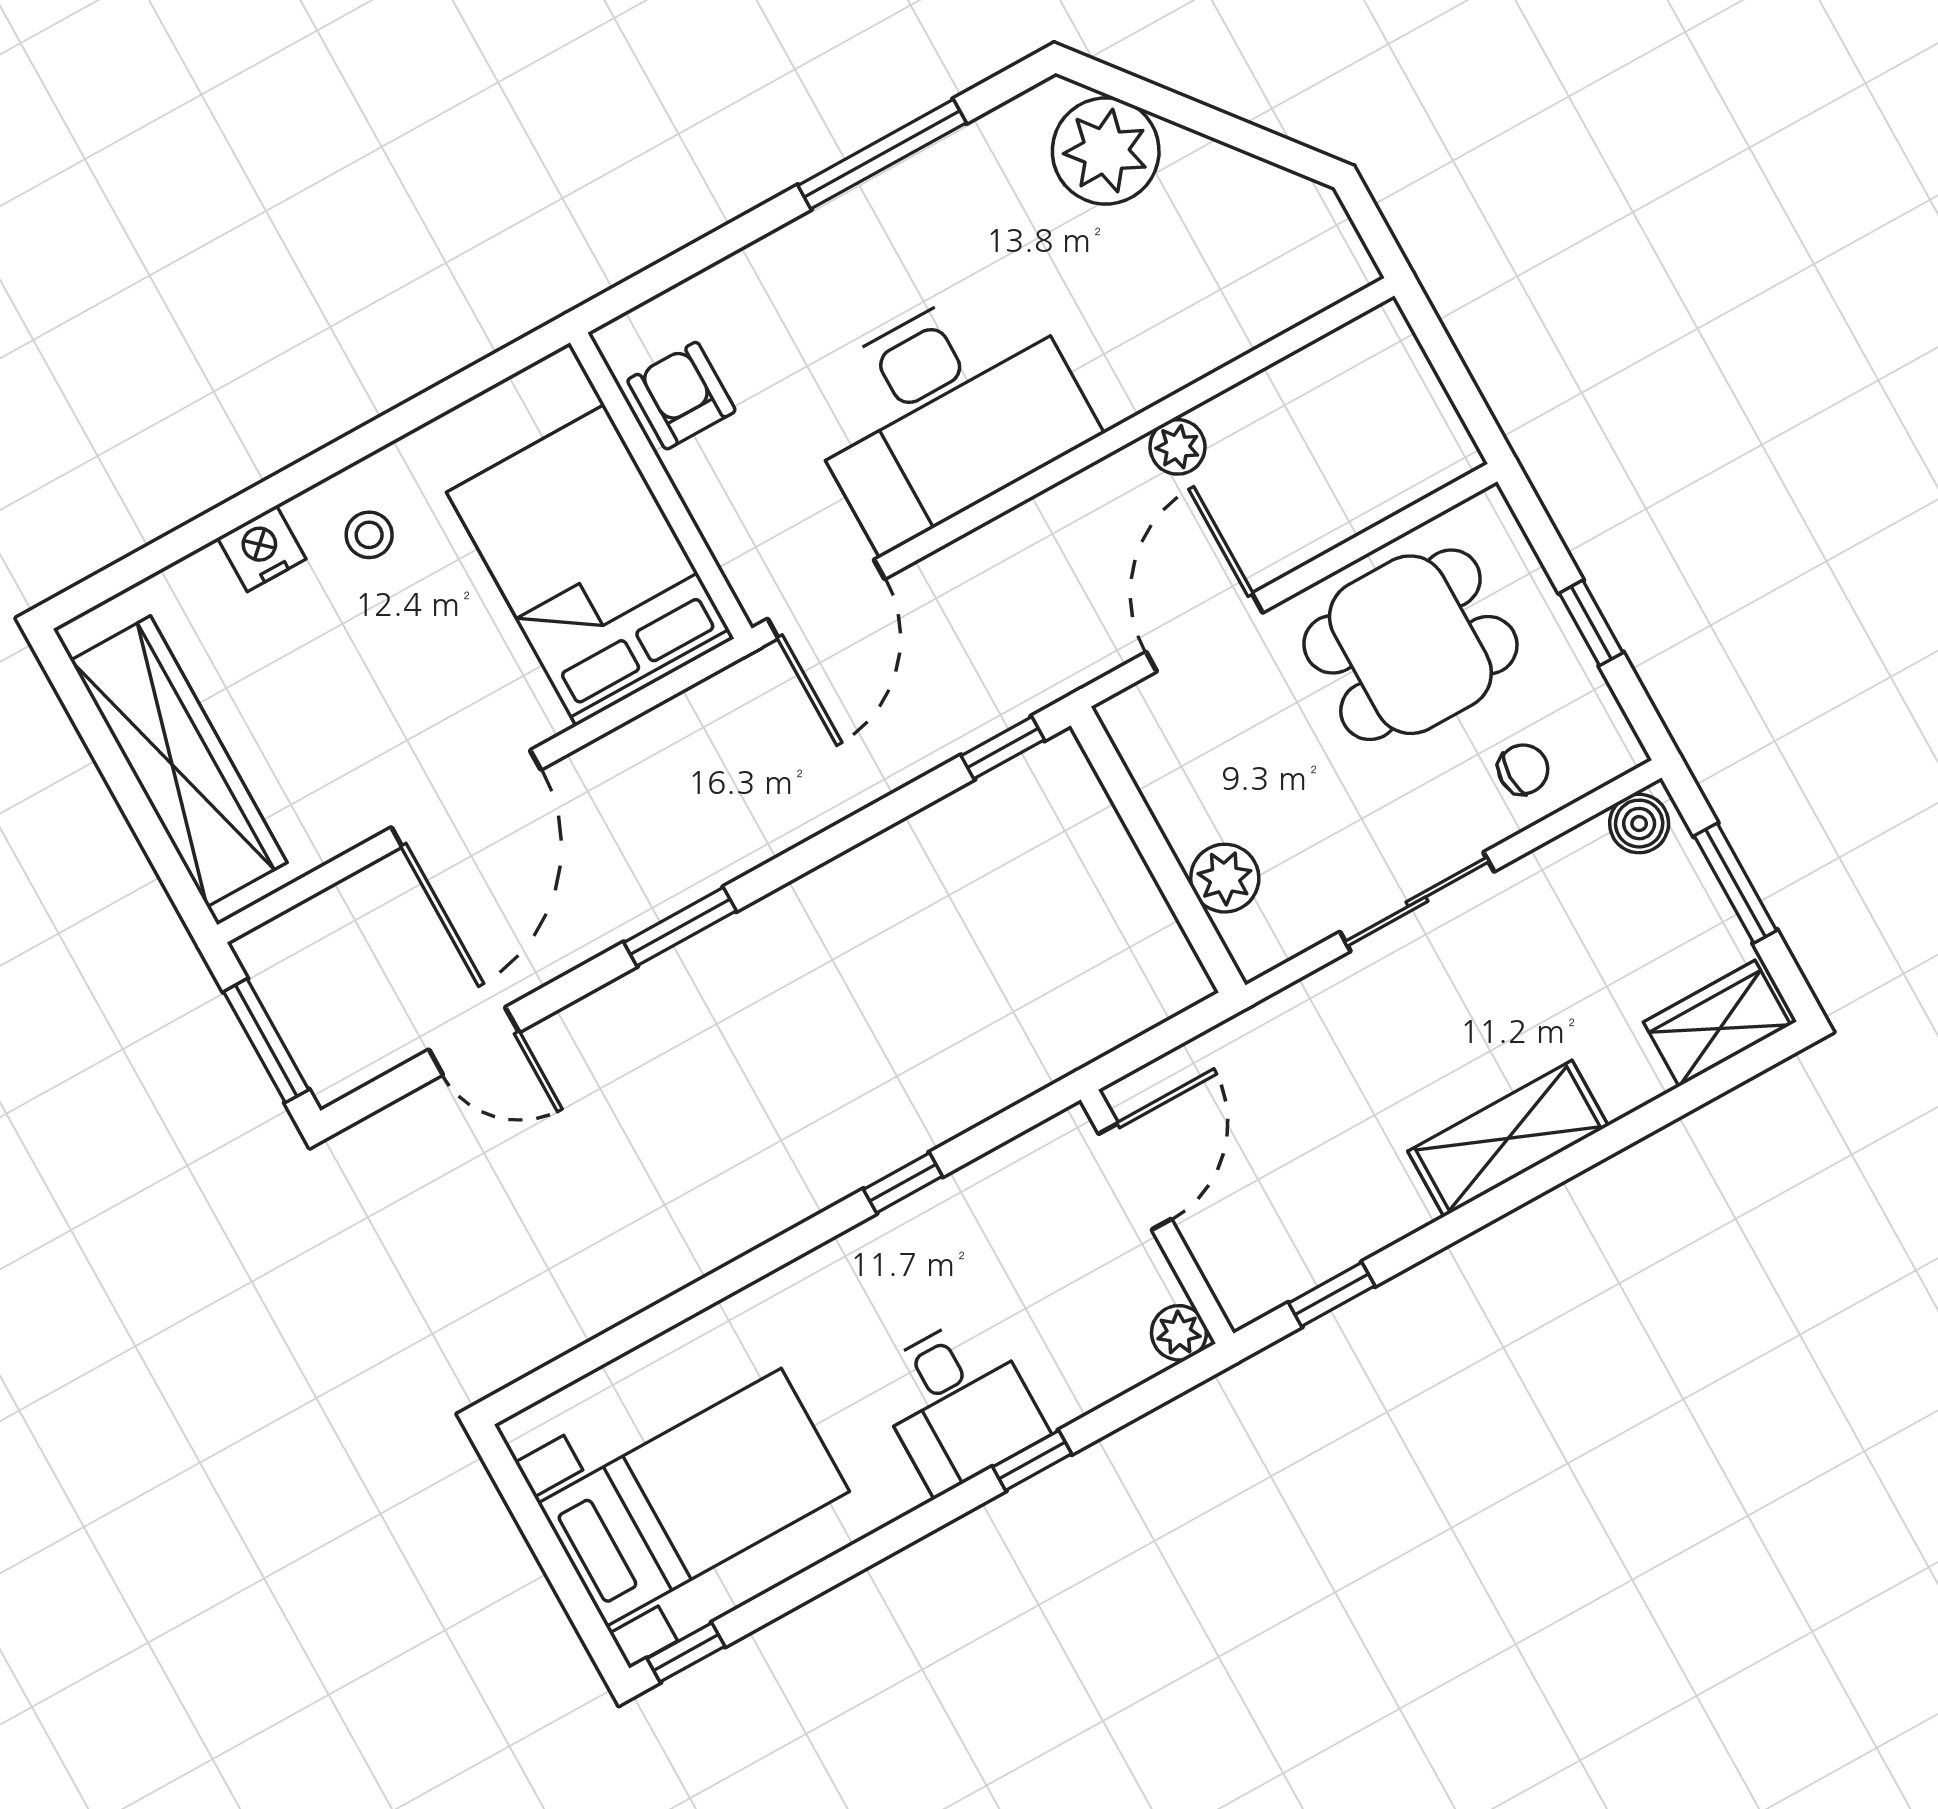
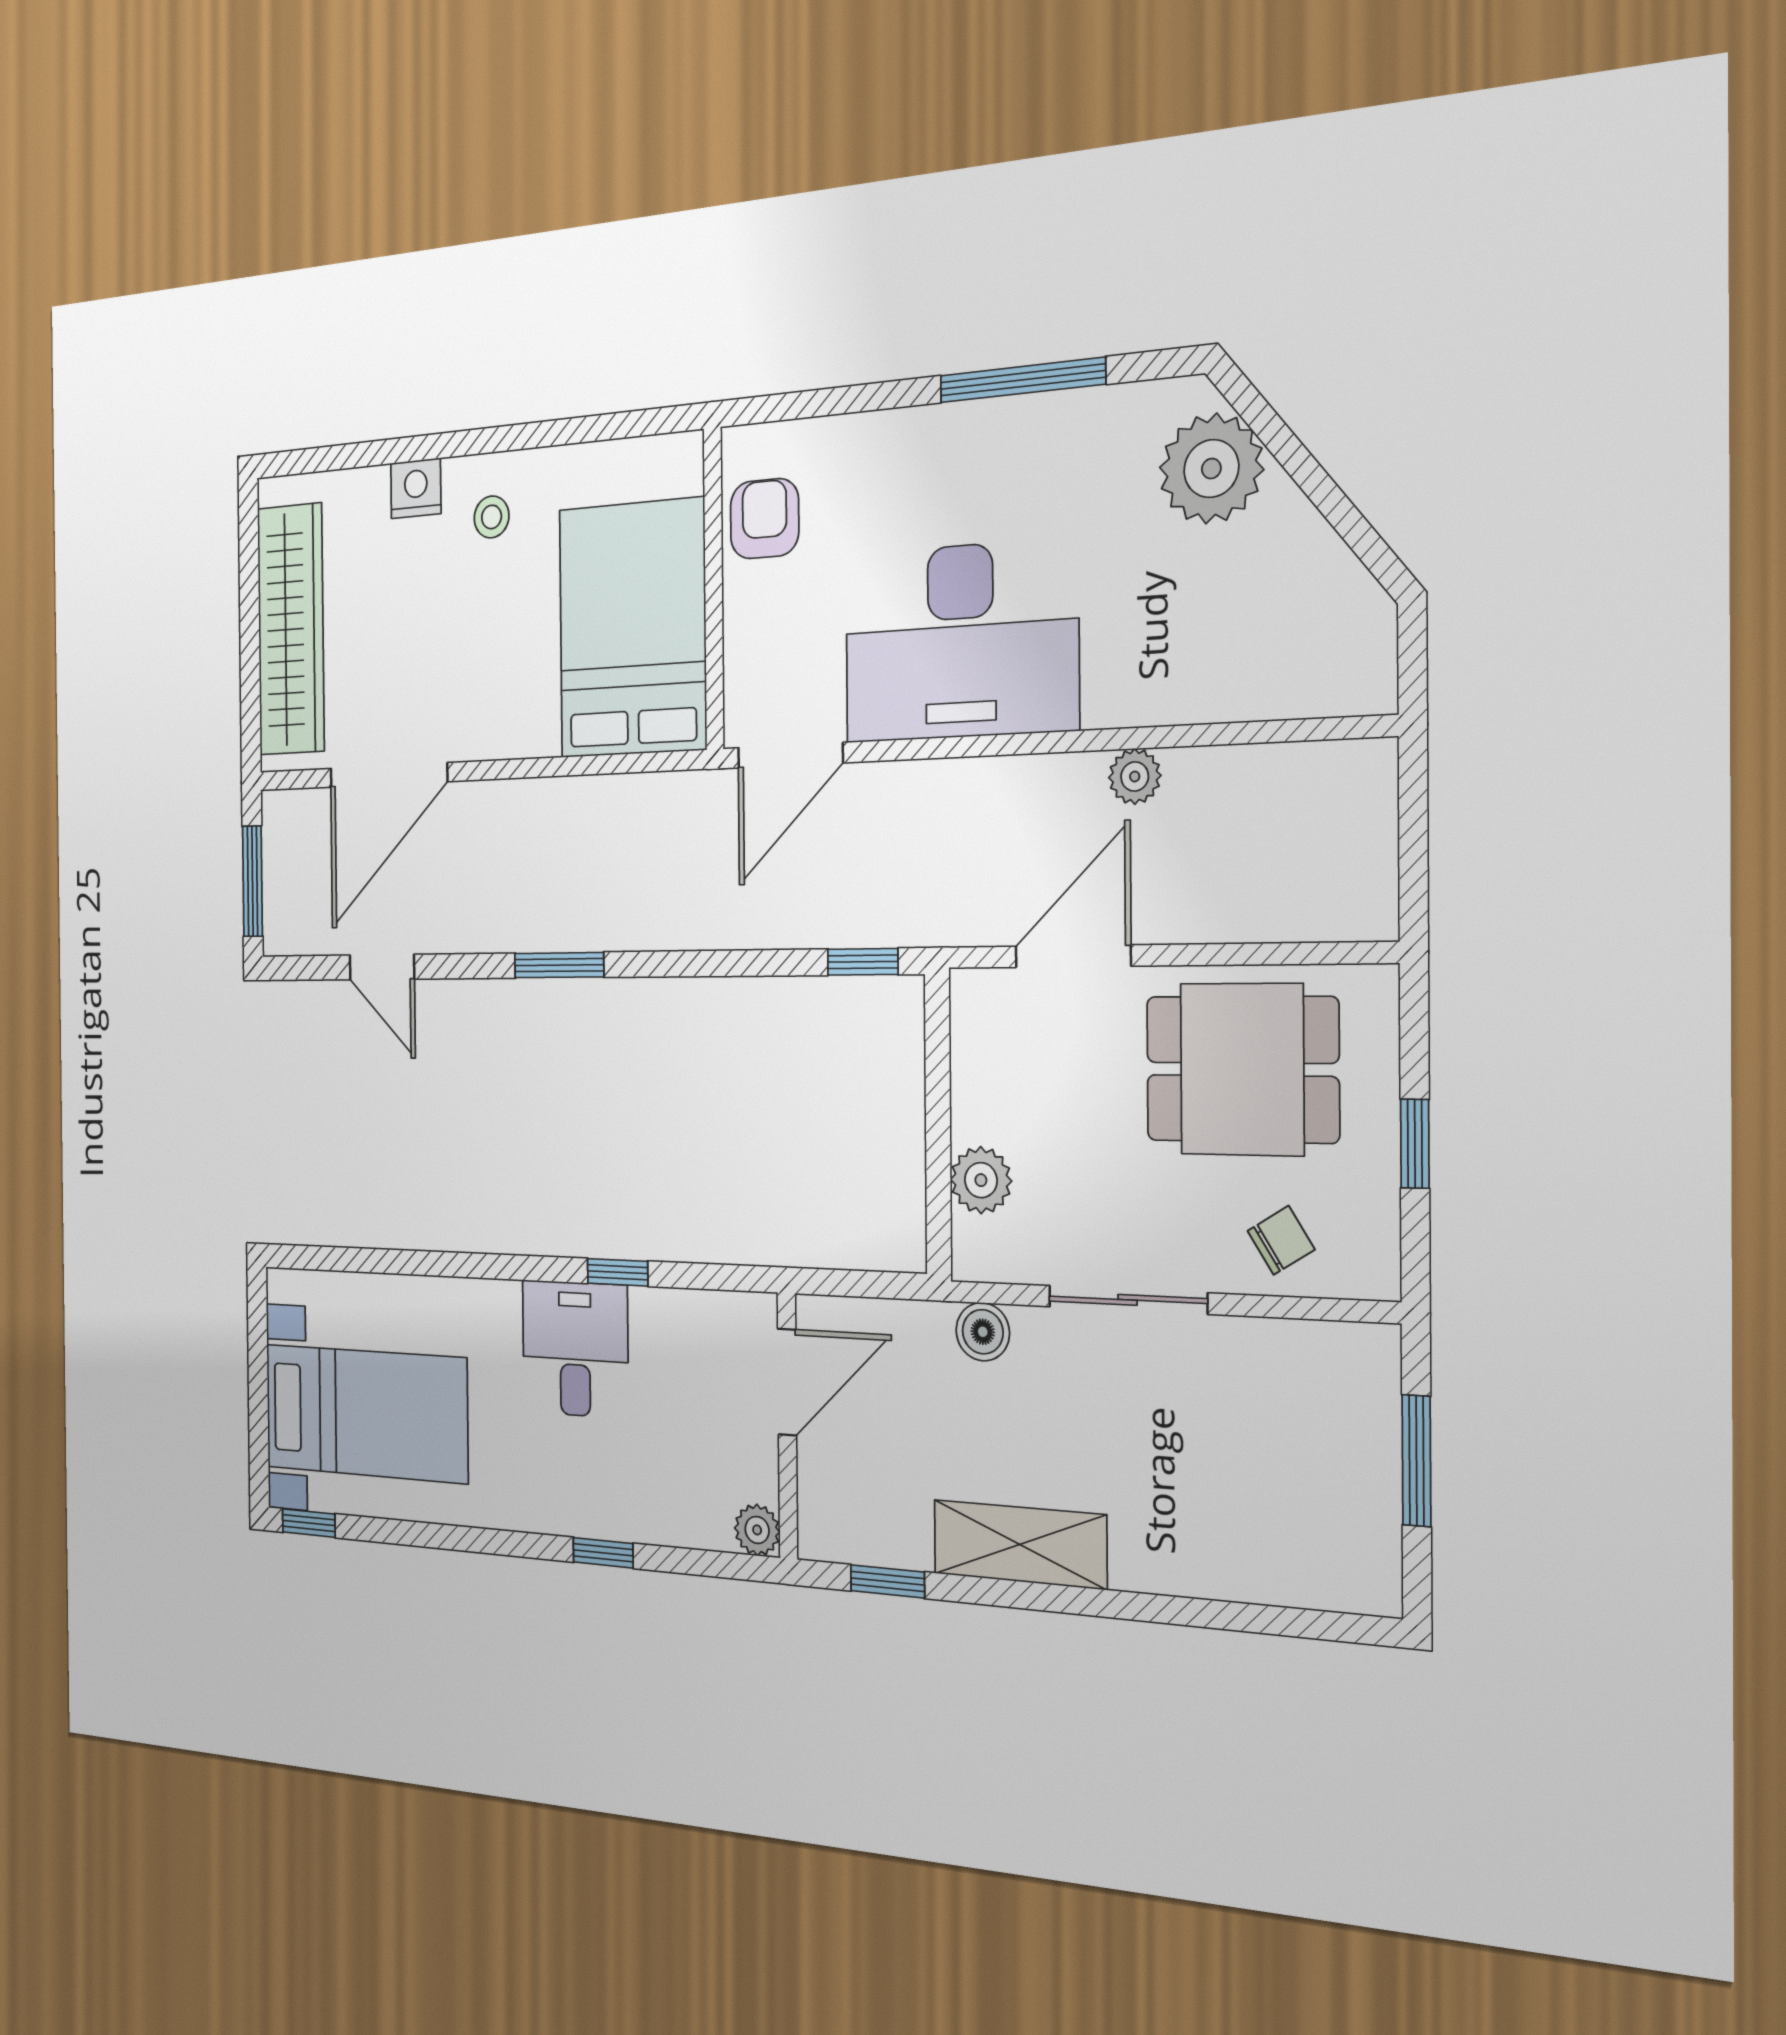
chair: (1523, 769) -> (1281, 1240), turned -32
door: (466, 799) -> (389, 775), moved
boiler: (1639, 824) -> (983, 1332), moved
wardrobe: (1717, 1023) -> (1330, 1574), removed
shelving: (1508, 1139) -> (1020, 1544), moved
desk: (958, 1404) -> (575, 1349), moved, turned 180

